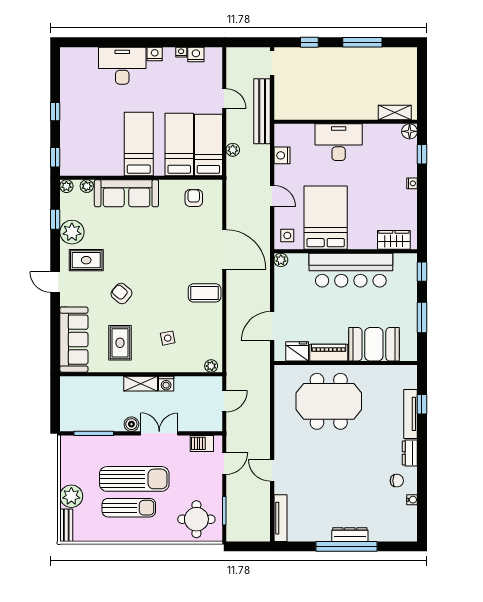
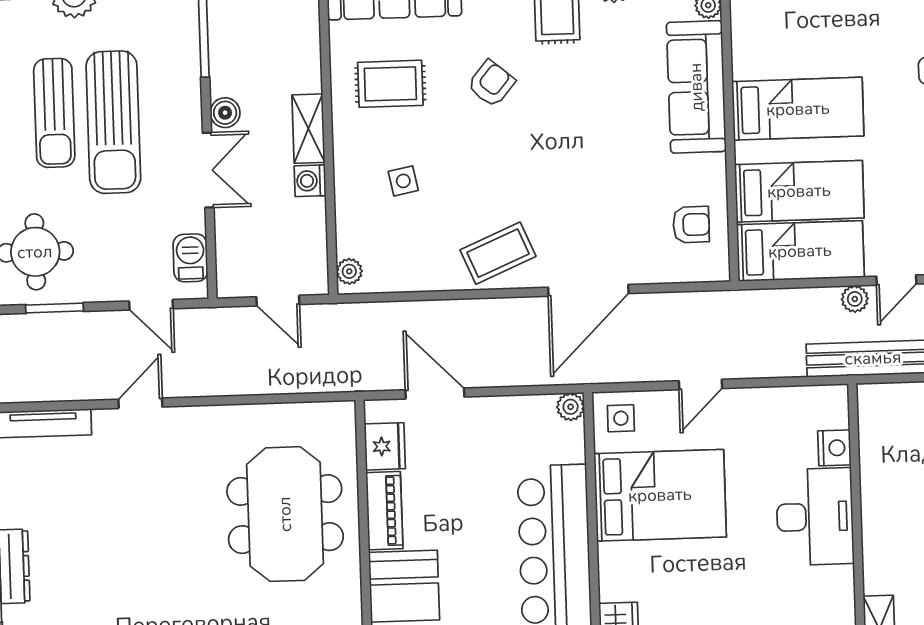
plant: (233, 150) -> (855, 299), moved
nightstand: (282, 155) -> (834, 448), moved, turned 90
coffee table: (205, 293) -> (498, 253), turned 67

